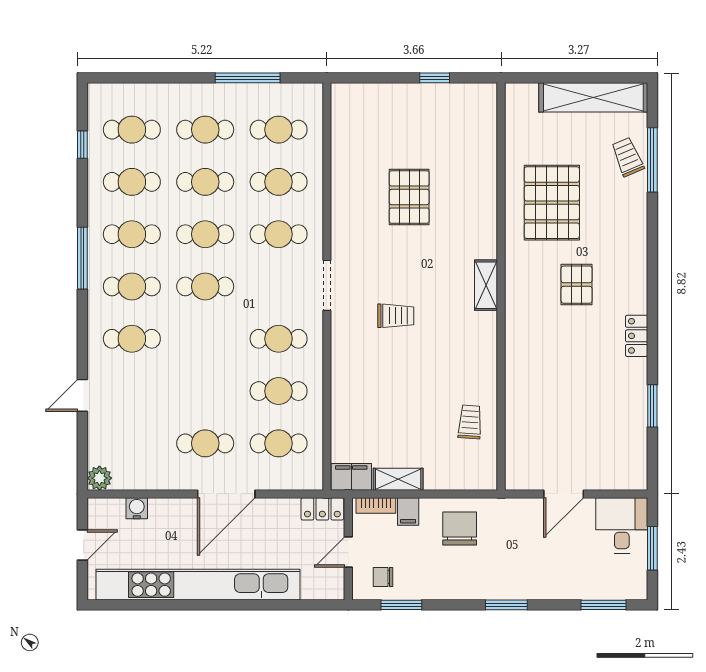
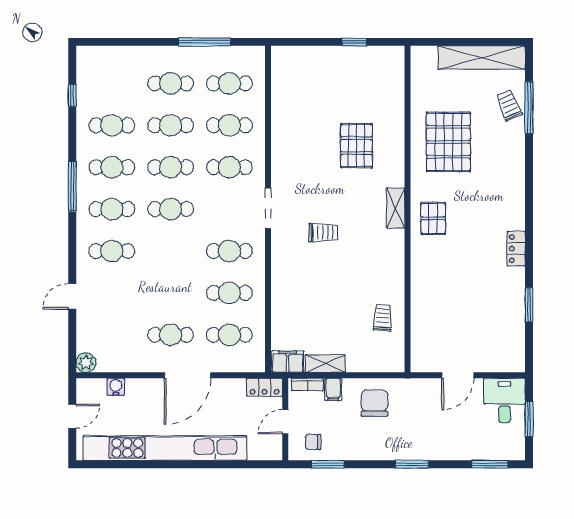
cafe table: (132, 130) -> (112, 83), removed
pallet: (409, 197) -> (356, 146), moved
pallet: (577, 285) -> (433, 218), moved

